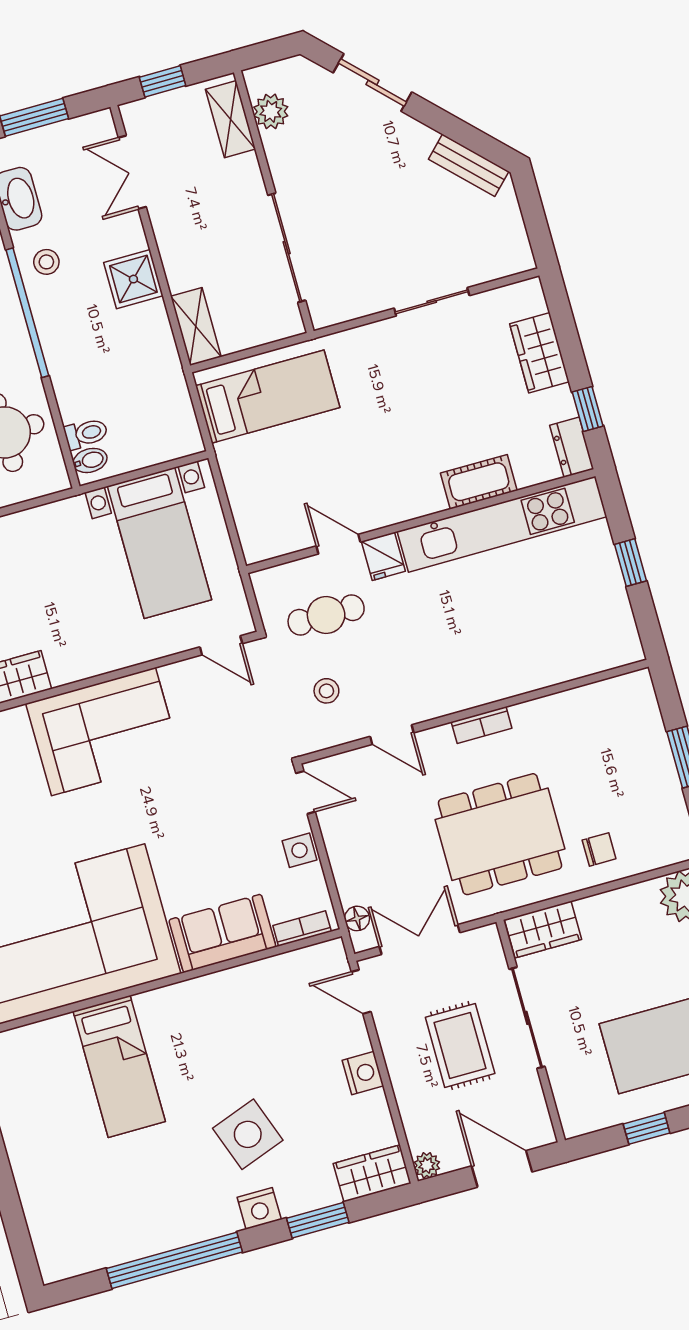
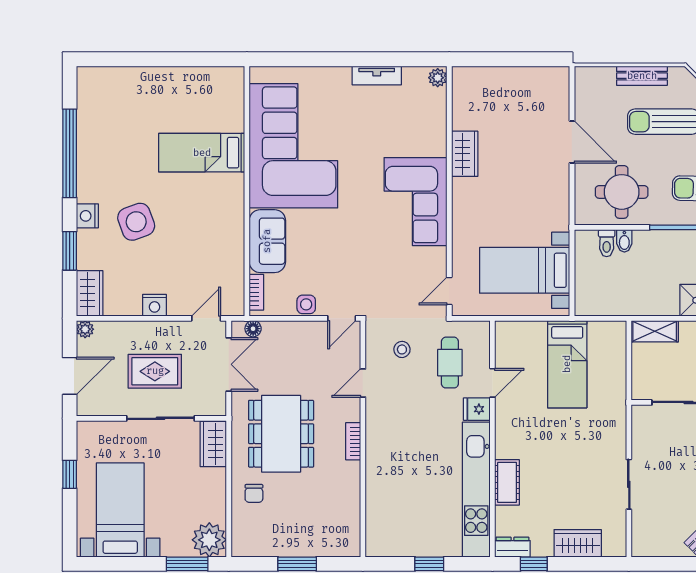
bed: (268, 397) -> (567, 364), moved
bidet: (90, 460) -> (624, 241), moved

